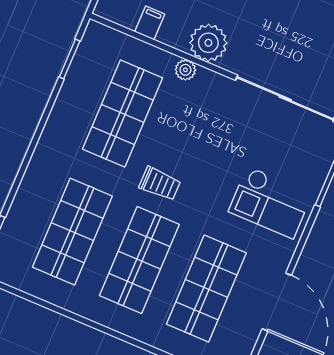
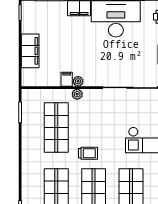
filing cabinet: (150, 23) -> (67, 79), moved
plant: (208, 43) -> (78, 81), width x0.53, depth x0.53

